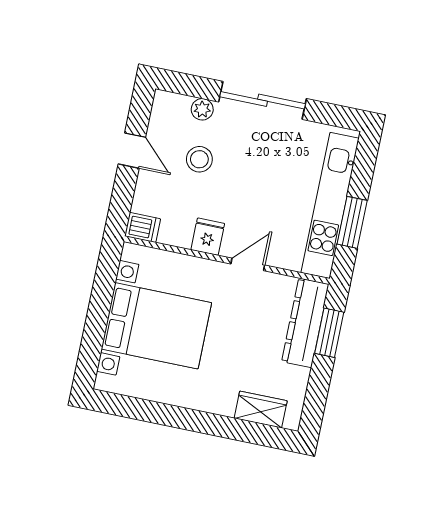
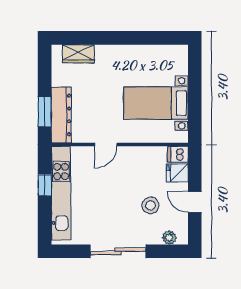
plant: (202, 109) -> (169, 238), moved
window: (352, 222) -> (45, 185), width x0.67
fridge: (208, 237) -> (177, 173), moved, turned 90
bed with nightstands: (156, 326) -> (156, 103), width x0.73

